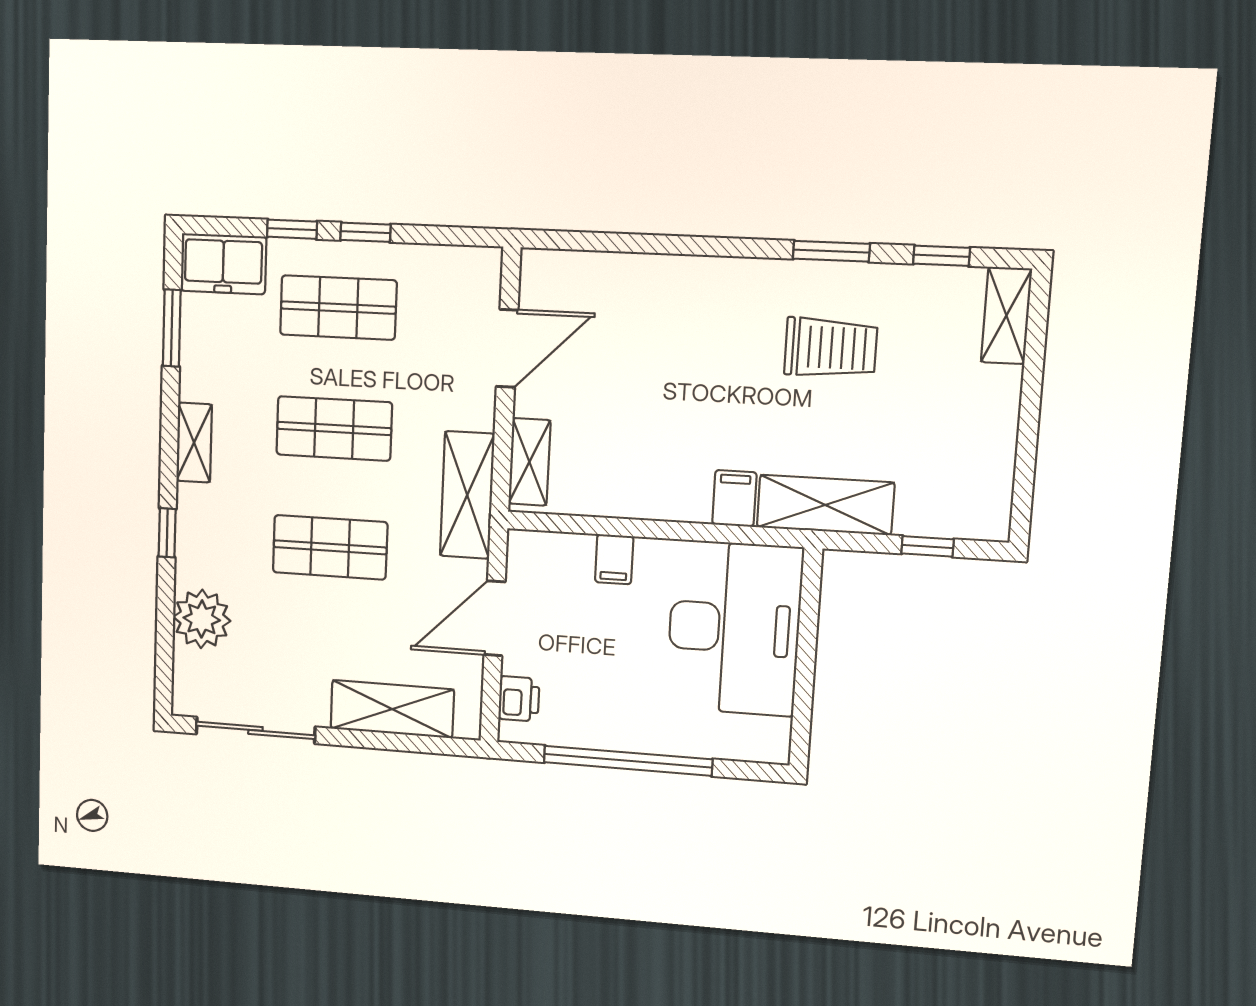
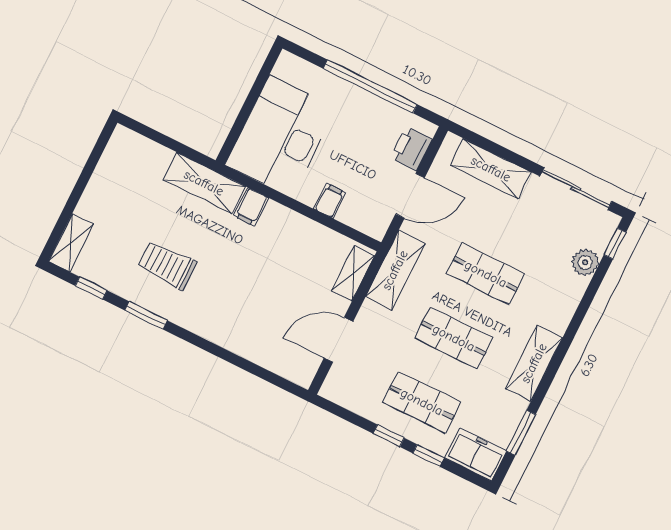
shelving: (194, 443) -> (534, 363), width x1.50, depth x1.33
window: (167, 533) -> (615, 244), moved
window: (927, 546) -> (160, 138), removed
plant: (202, 619) -> (585, 262), width x0.73, depth x0.73
printer: (519, 699) -> (411, 149), width x1.36, depth x1.24

